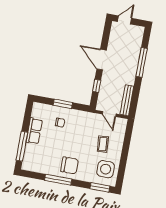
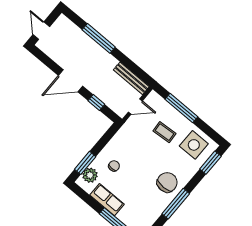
window: (63, 104) -> (85, 163), moved
plant: (44, 110) -> (90, 175), added
window: (126, 146) -> (181, 108), added

